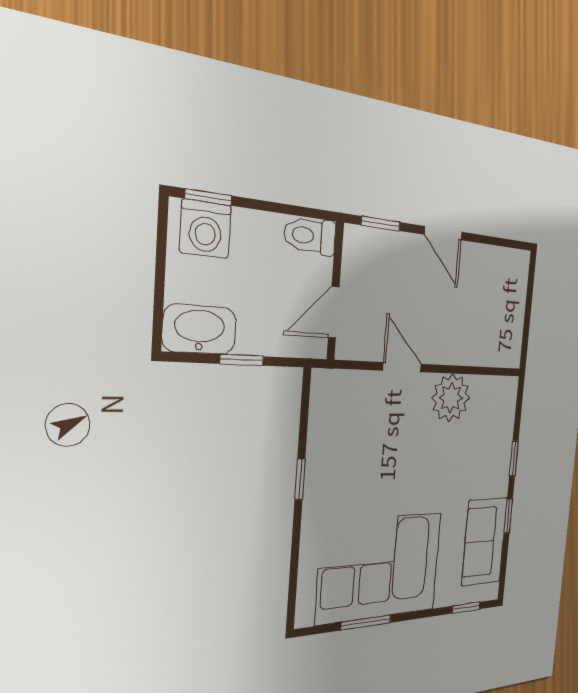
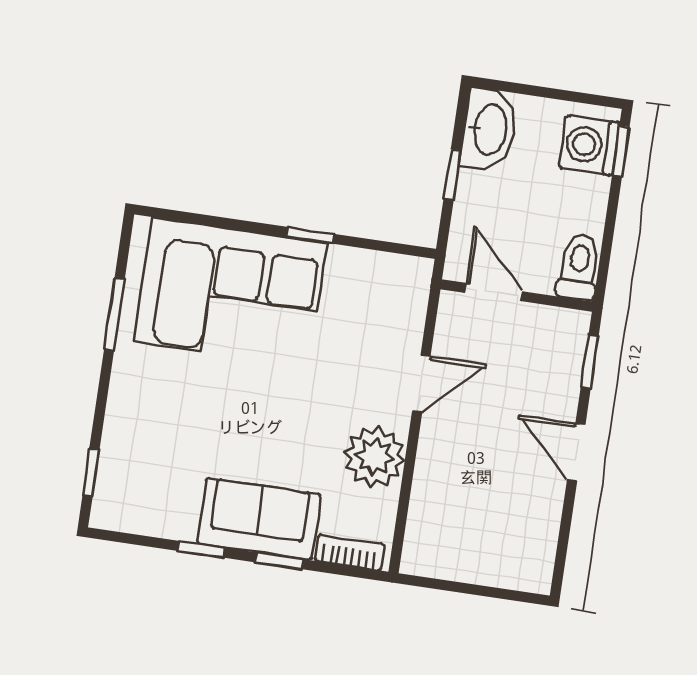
door: (443, 233) -> (576, 452), hinge flipped
bookcase: (508, 407) -> (350, 553), added
sofa: (485, 541) -> (259, 519), moved
corner sofa: (380, 567) -> (231, 292), moved, turned 90

